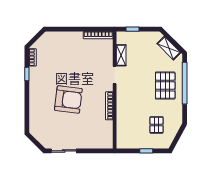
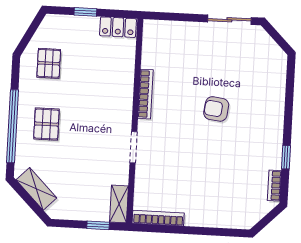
shelving: (121, 55) -> (119, 204), moved
pallet: (165, 86) -> (46, 124), width x0.67, depth x0.71
armchair: (68, 99) -> (216, 109), width x0.53, depth x0.53
pallet: (156, 125) -> (49, 63), moved
locker: (127, 143) -> (118, 27), added

